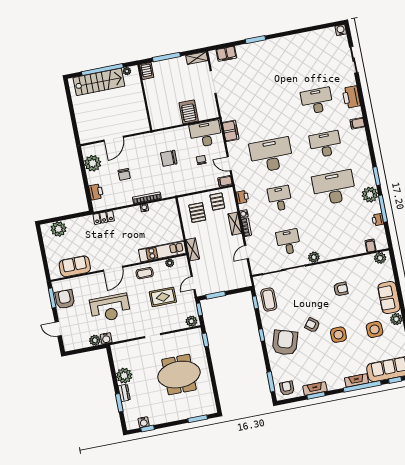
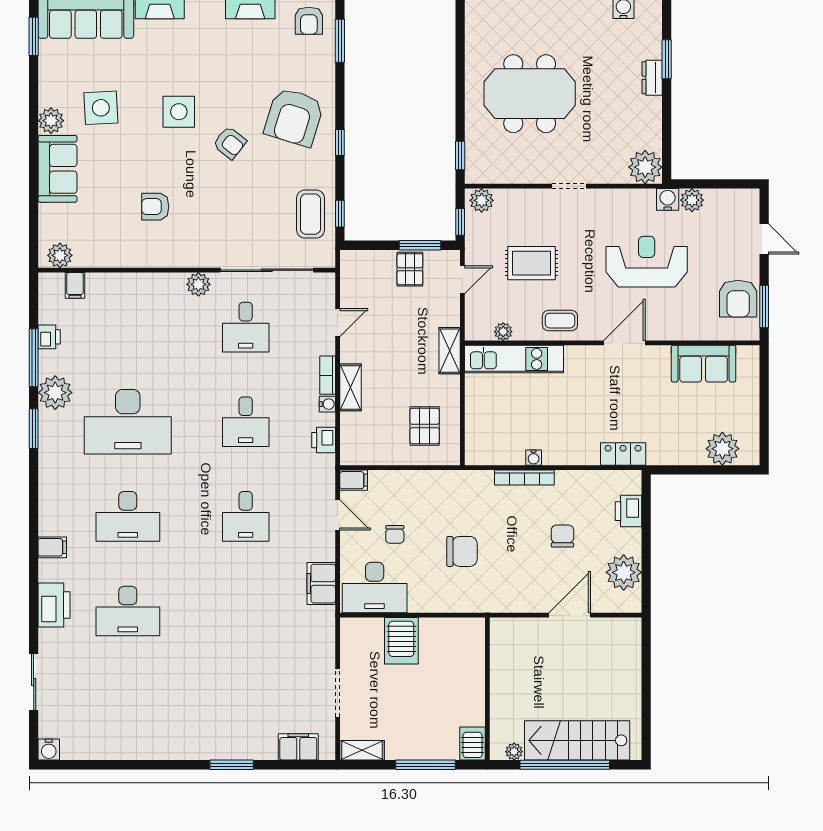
desk: (271, 155) -> (246, 516), width x0.53, depth x0.77
pallet: (217, 202) -> (410, 269), moved
plant: (124, 376) -> (645, 167), moved

